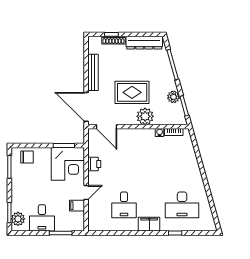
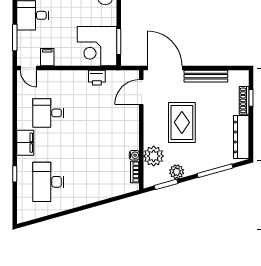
door: (86, 107) -> (165, 68), hinge flipped
plant: (145, 116) -> (154, 156), moved
door: (86, 192) -> (28, 68), moved

